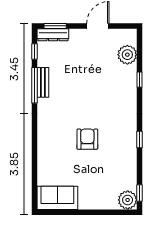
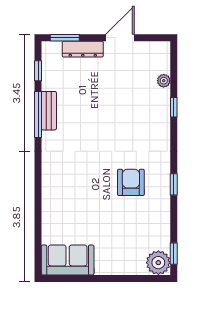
dresser: (53, 35) -> (83, 49), moved
plant: (127, 55) -> (164, 81), width x0.53, depth x0.53
armchair: (87, 139) -> (131, 182), moved

